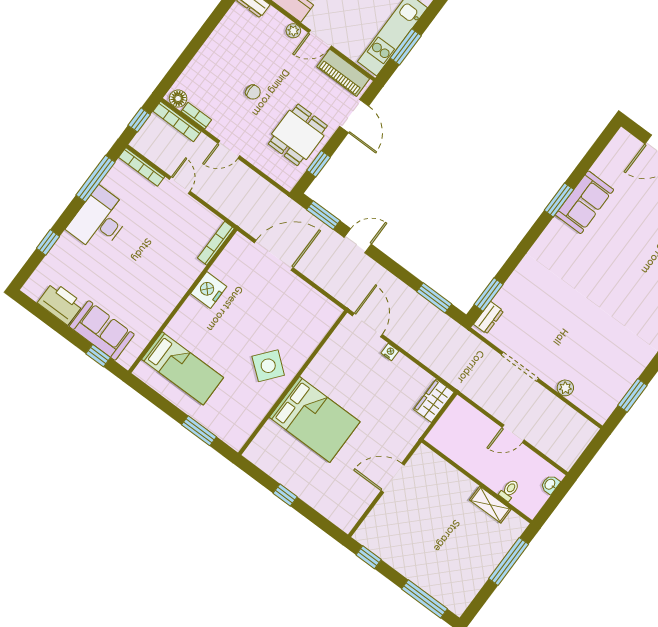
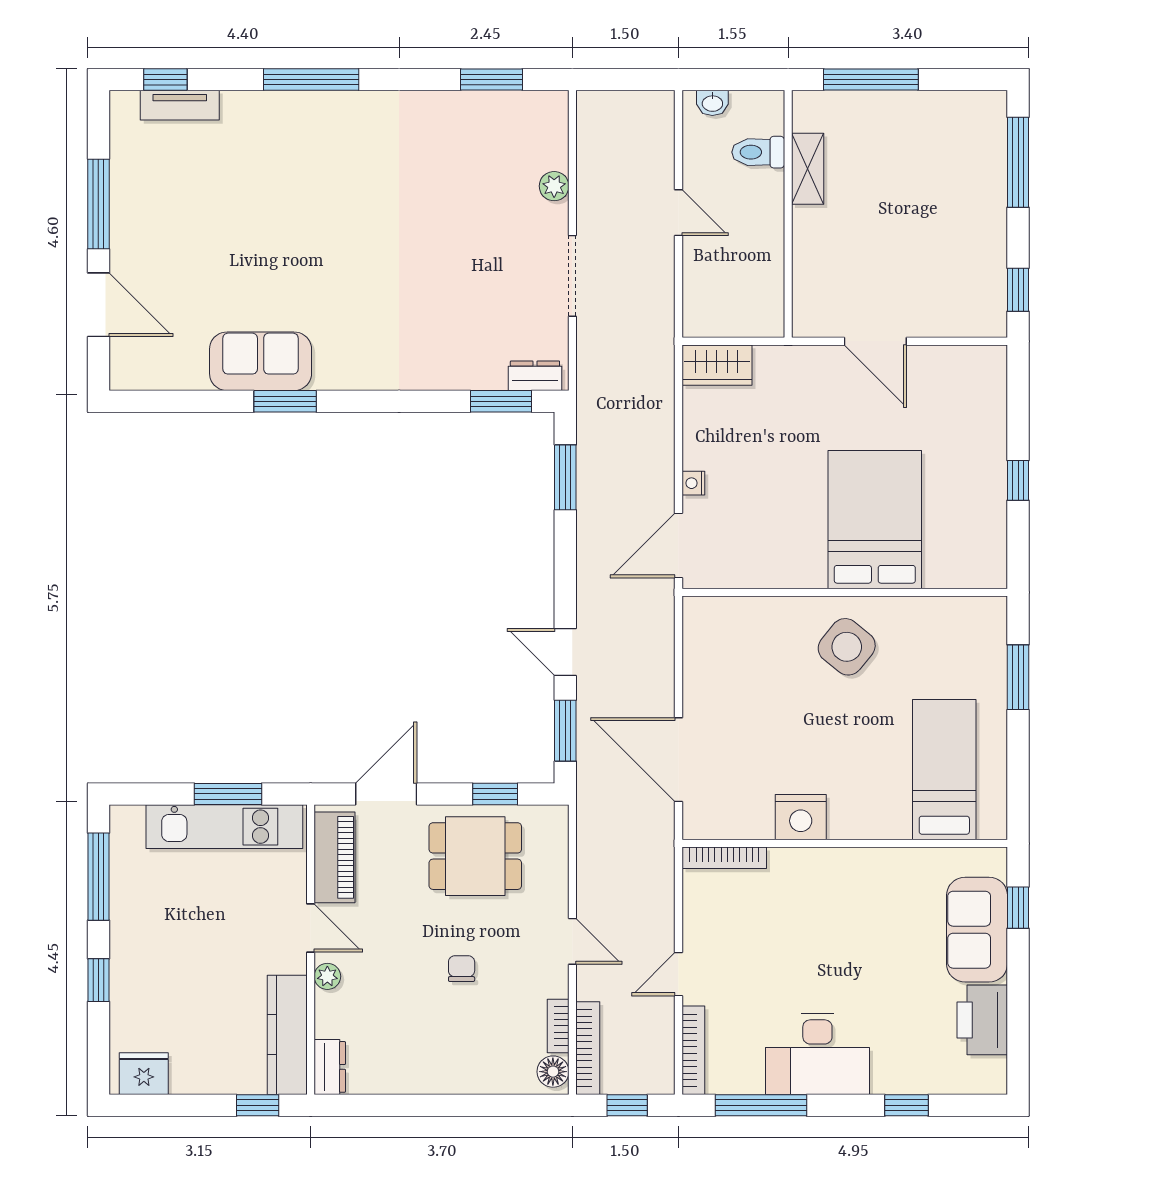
toilet: (509, 490) -> (758, 152), width x1.37, depth x1.39

